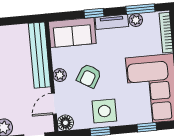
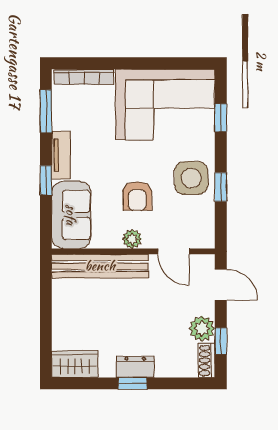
plant: (136, 20) -> (61, 120), removed
armchair: (89, 76) -> (137, 196), turned 59
floor lamp: (65, 123) -> (203, 237), removed

